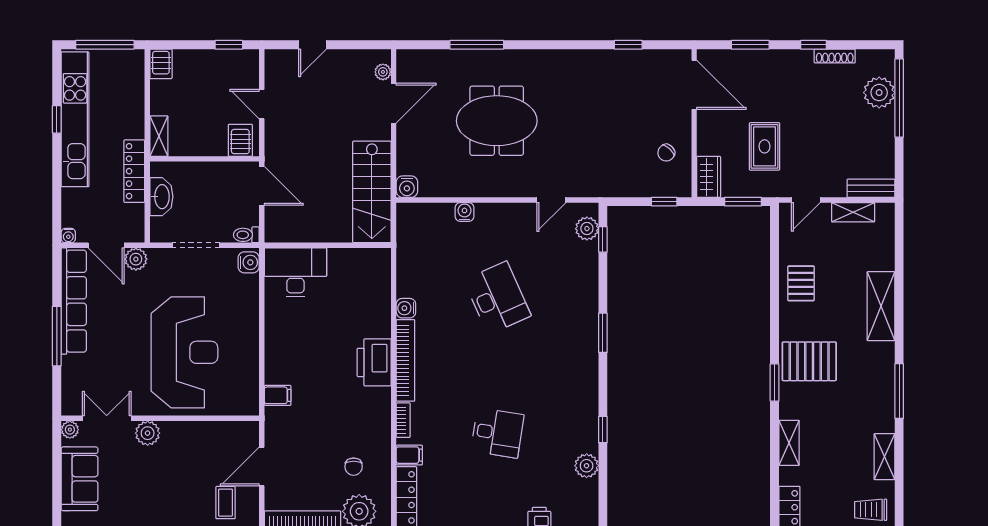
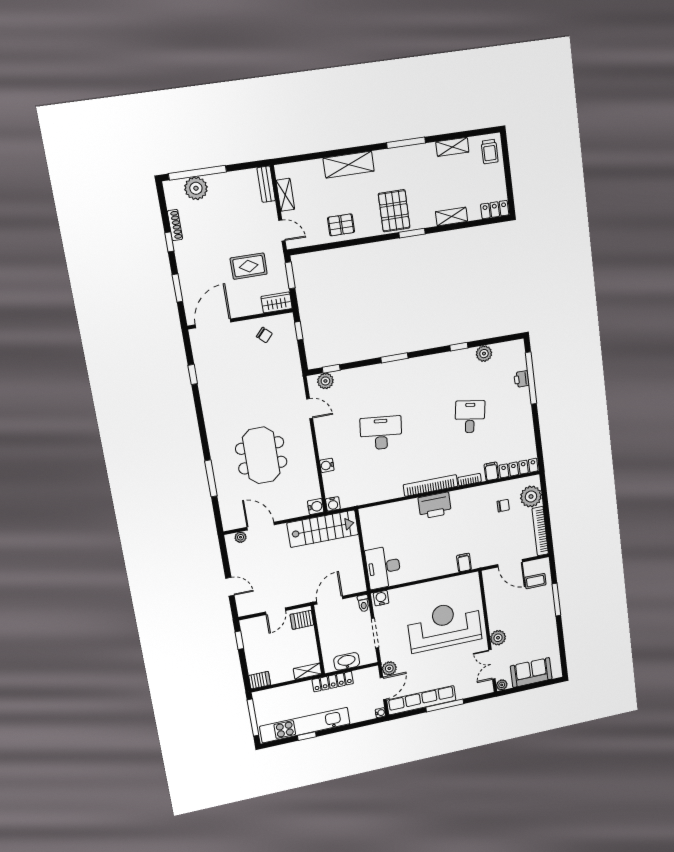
desk: (497, 298) -> (381, 433), turned 30
water cooler: (406, 308) -> (333, 504), moved

